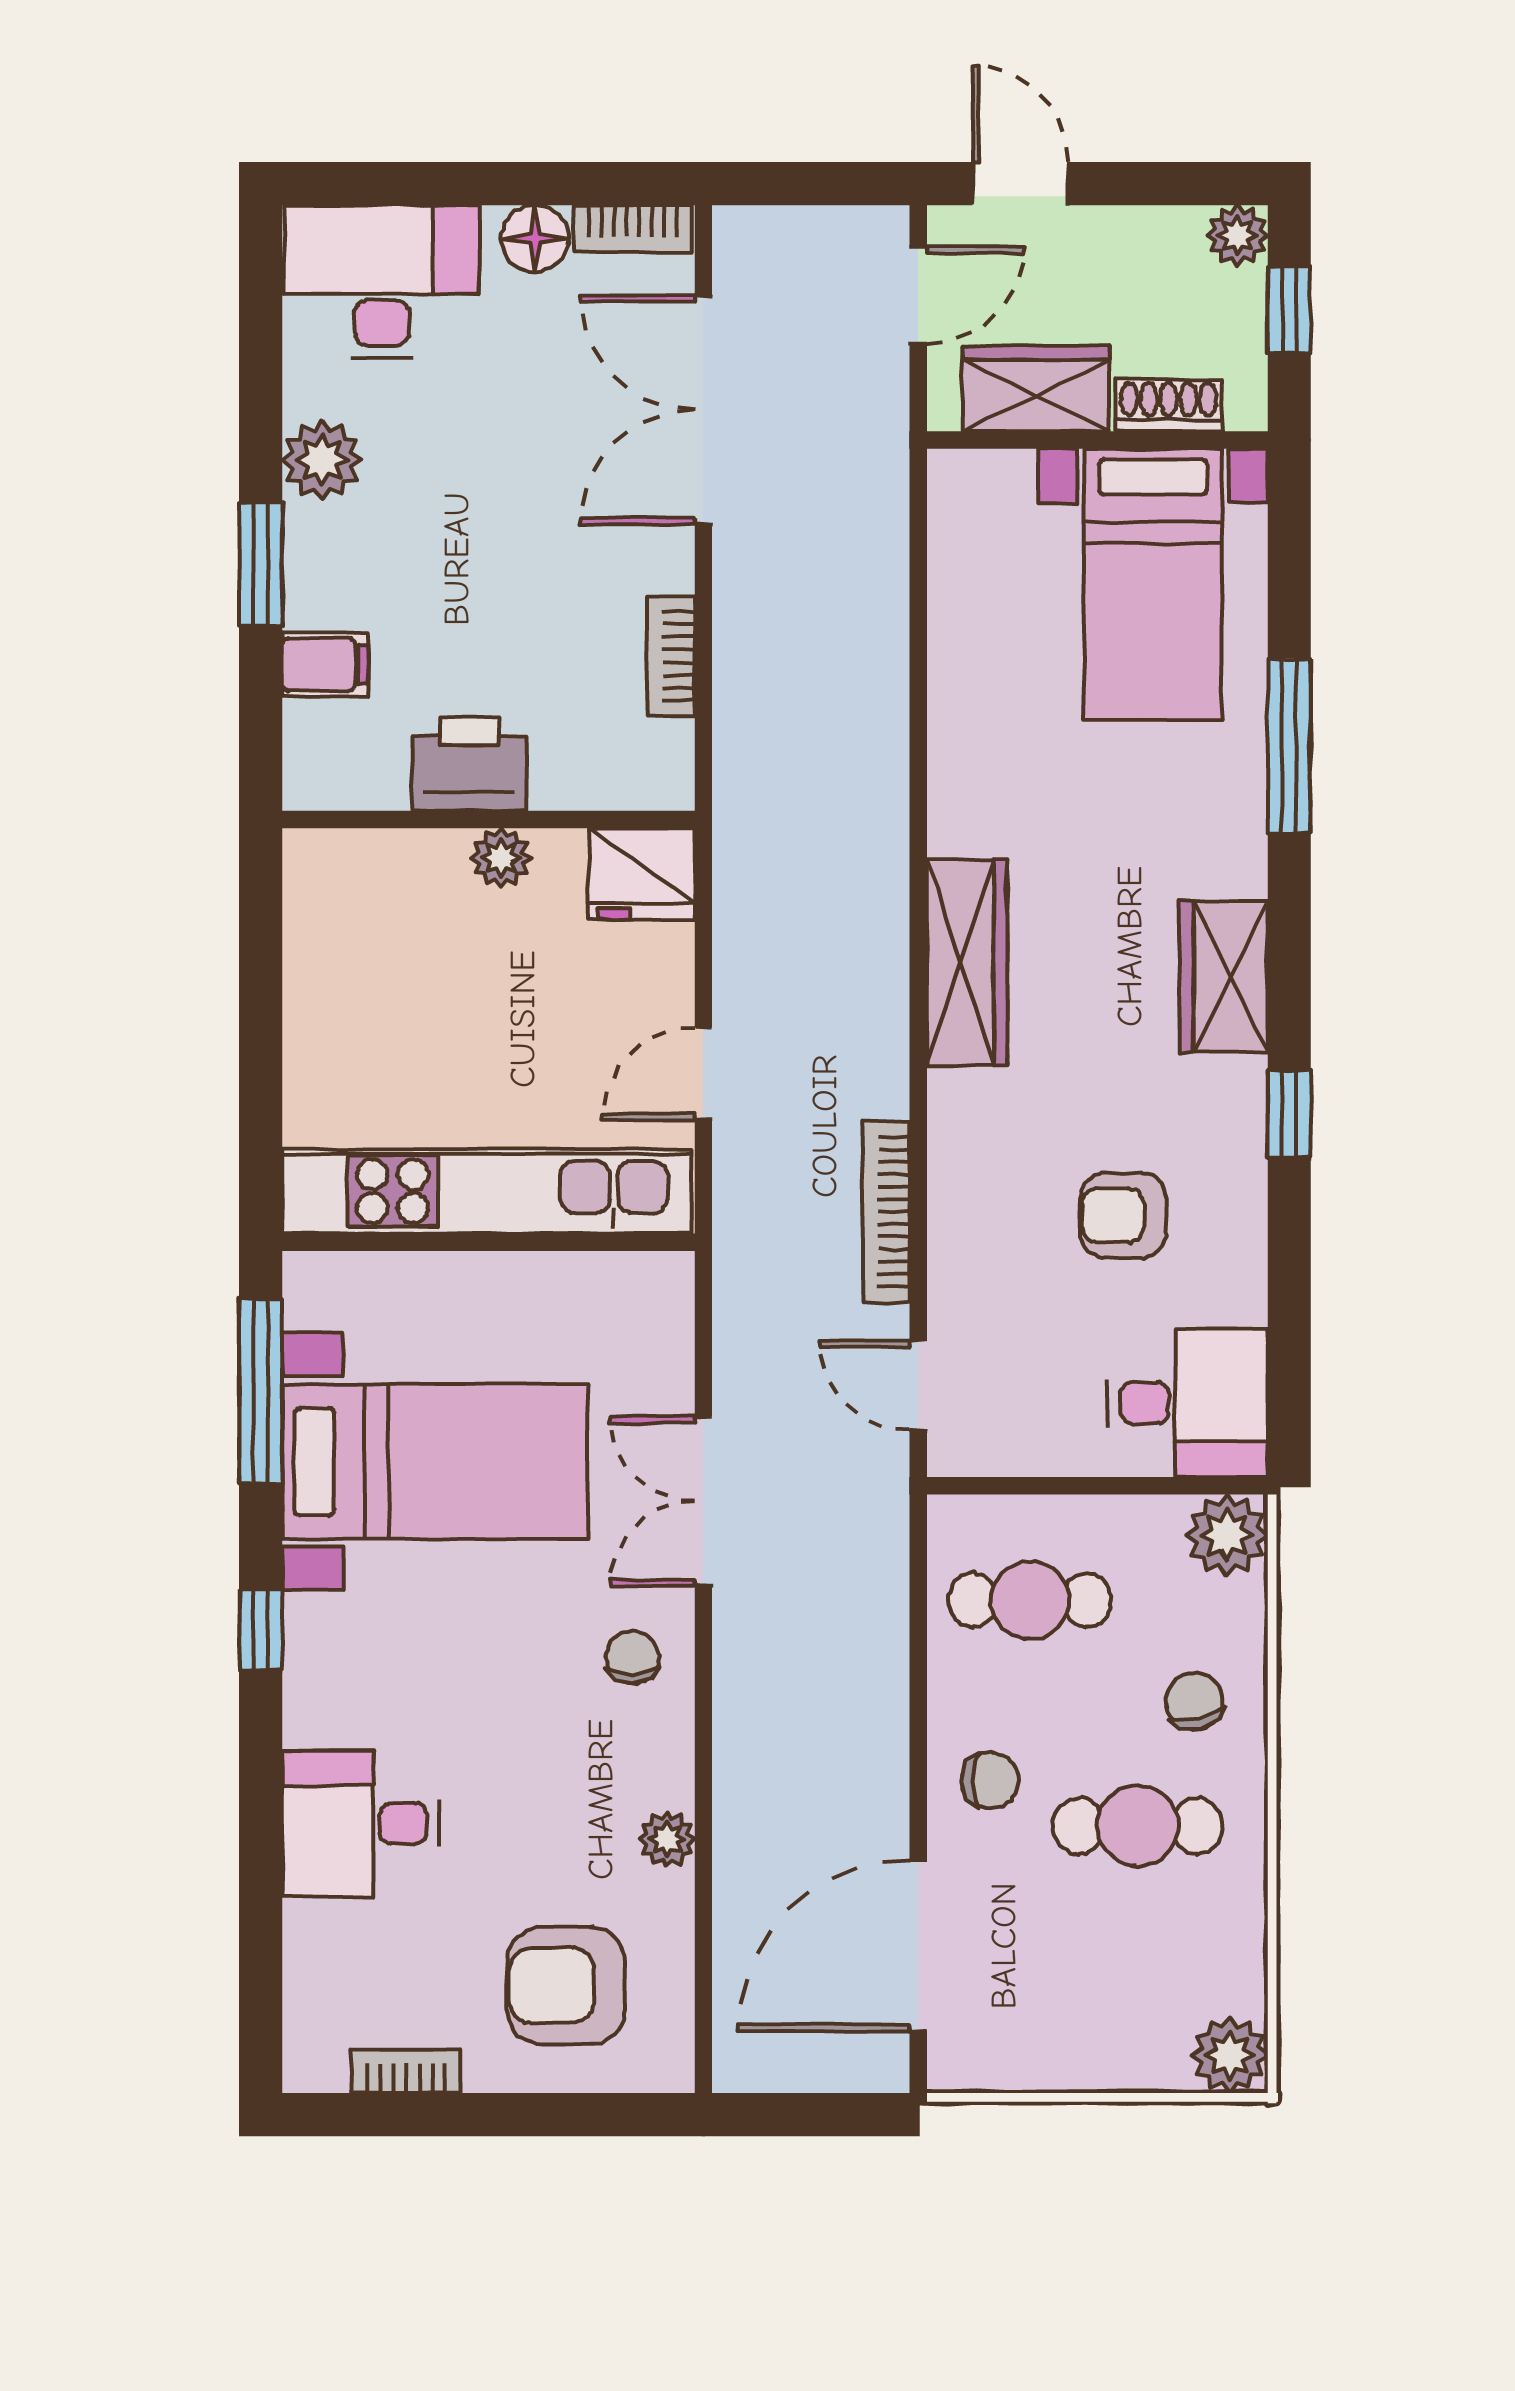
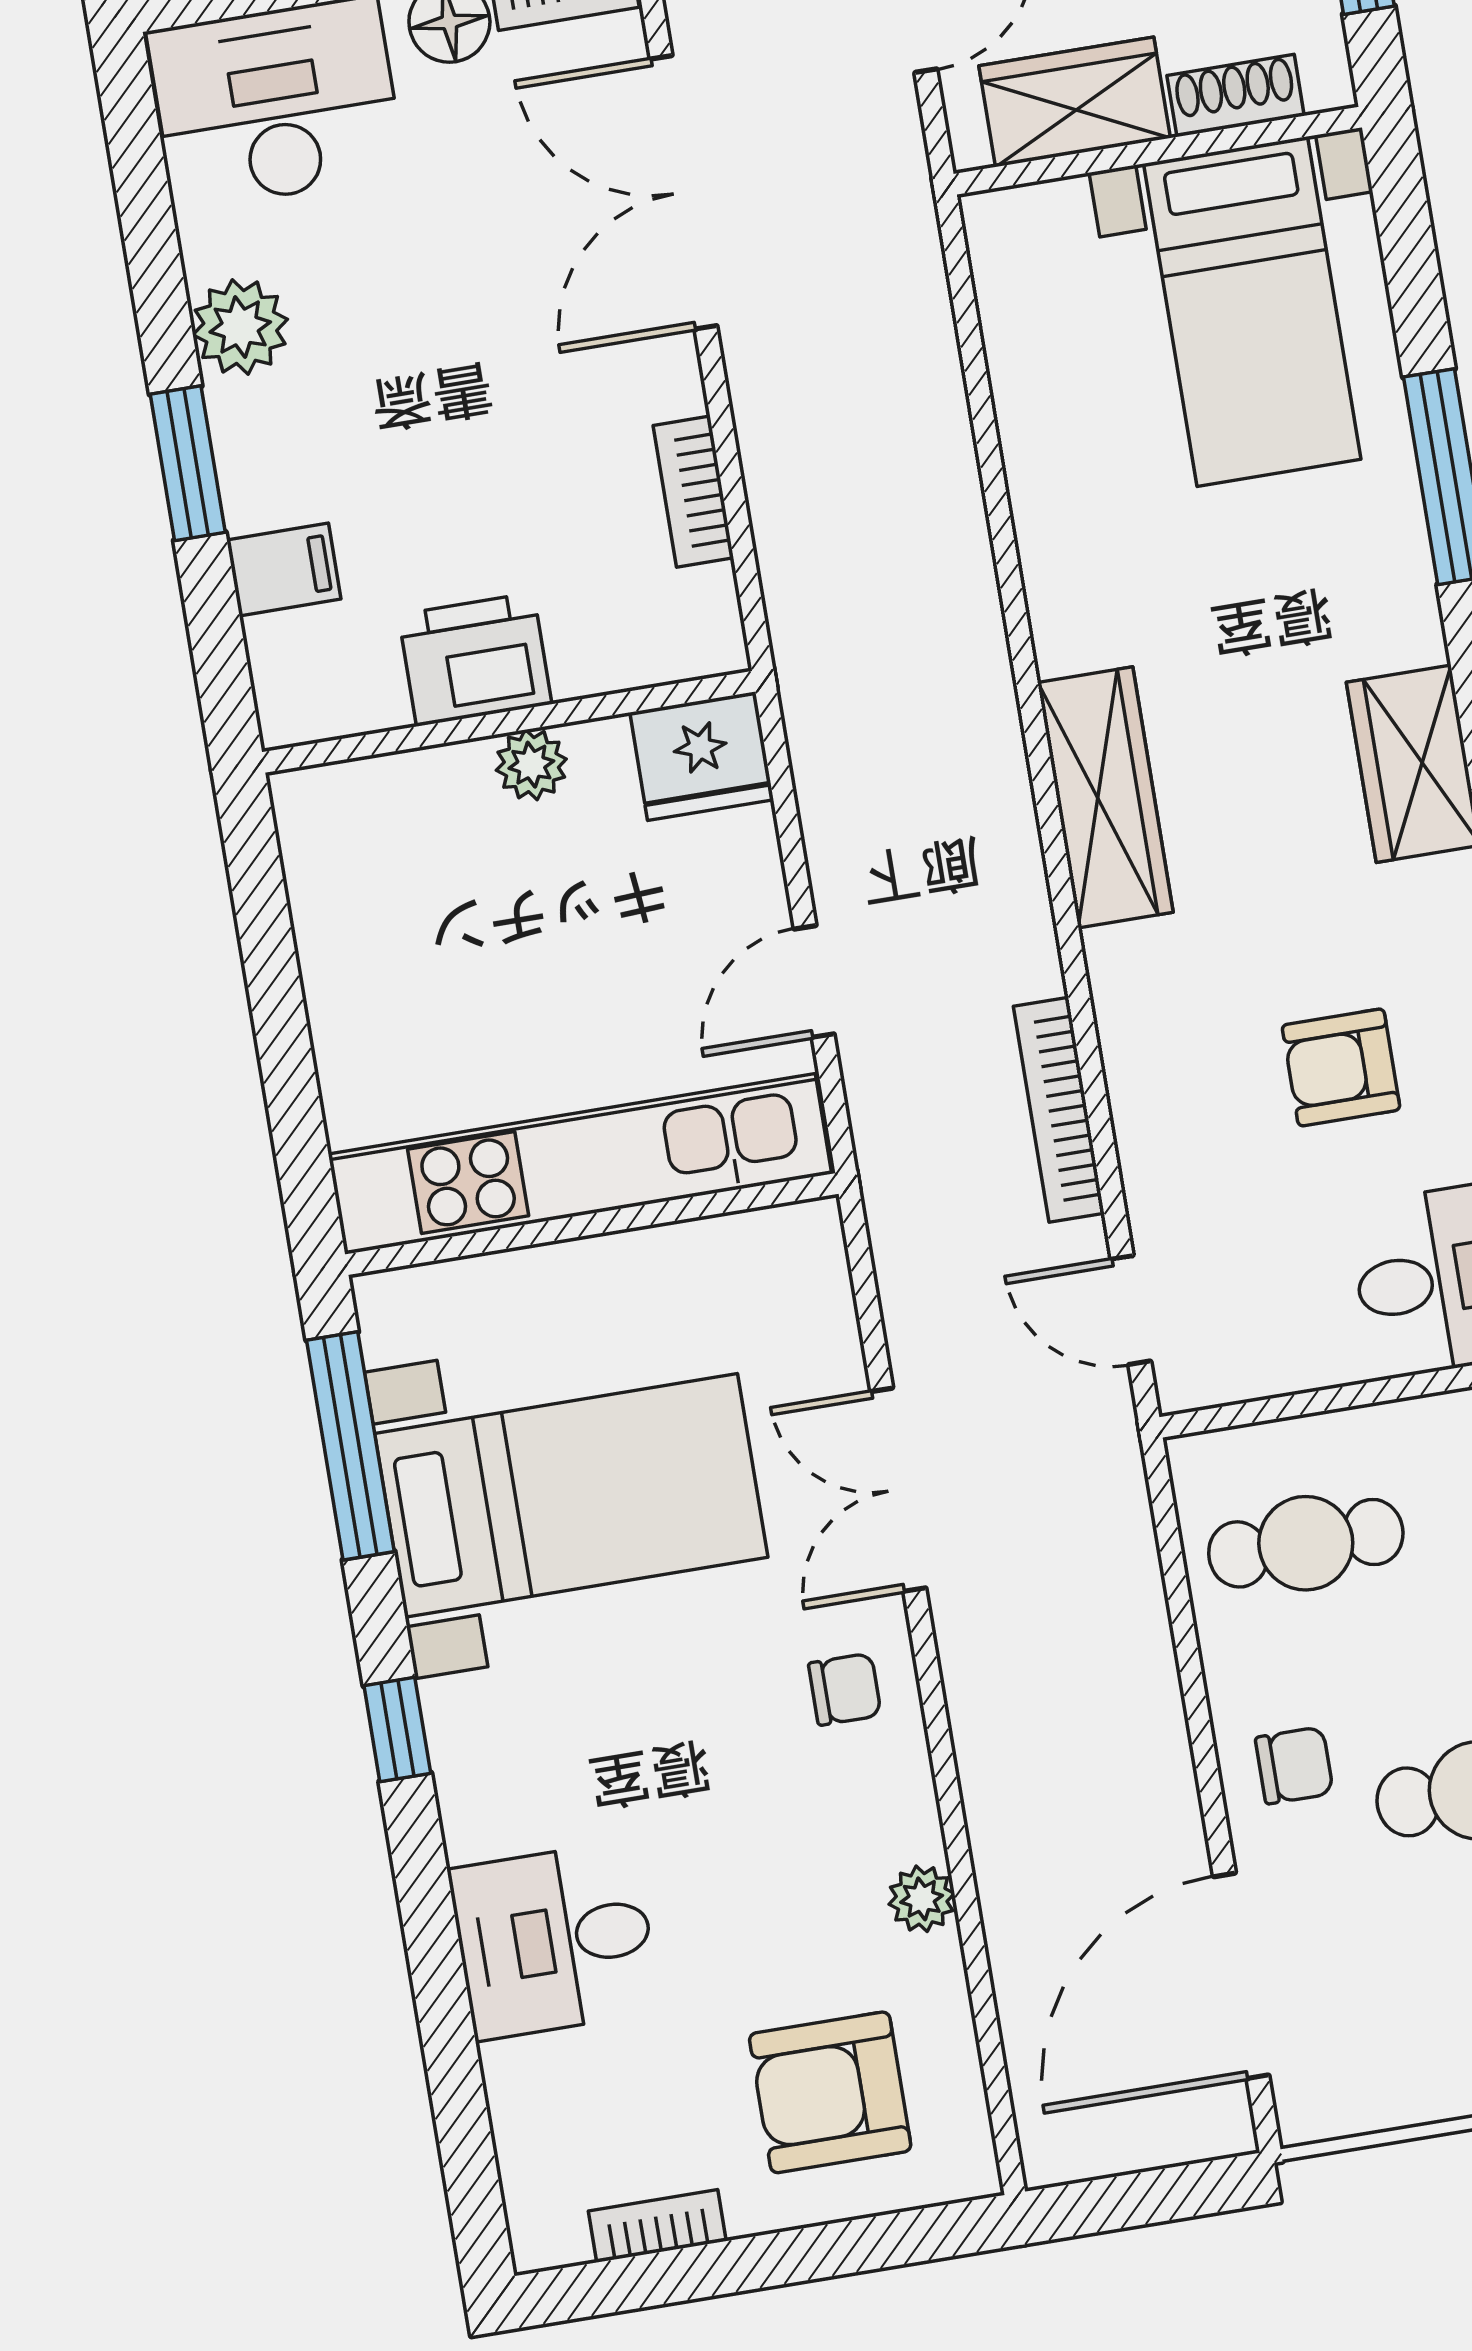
chair: (633, 1657) -> (845, 1689), turned 90

